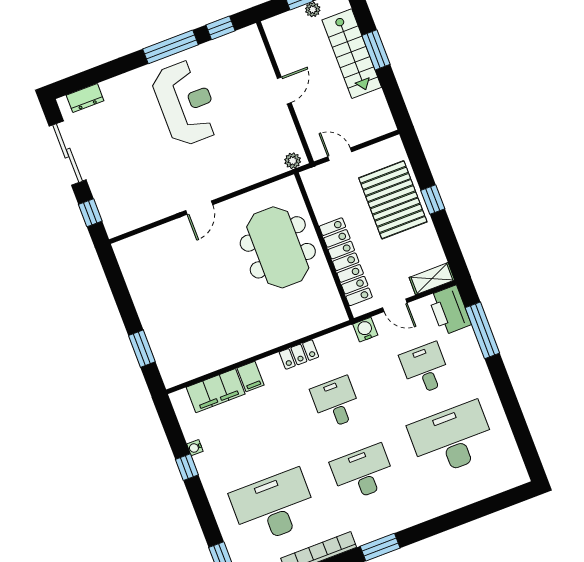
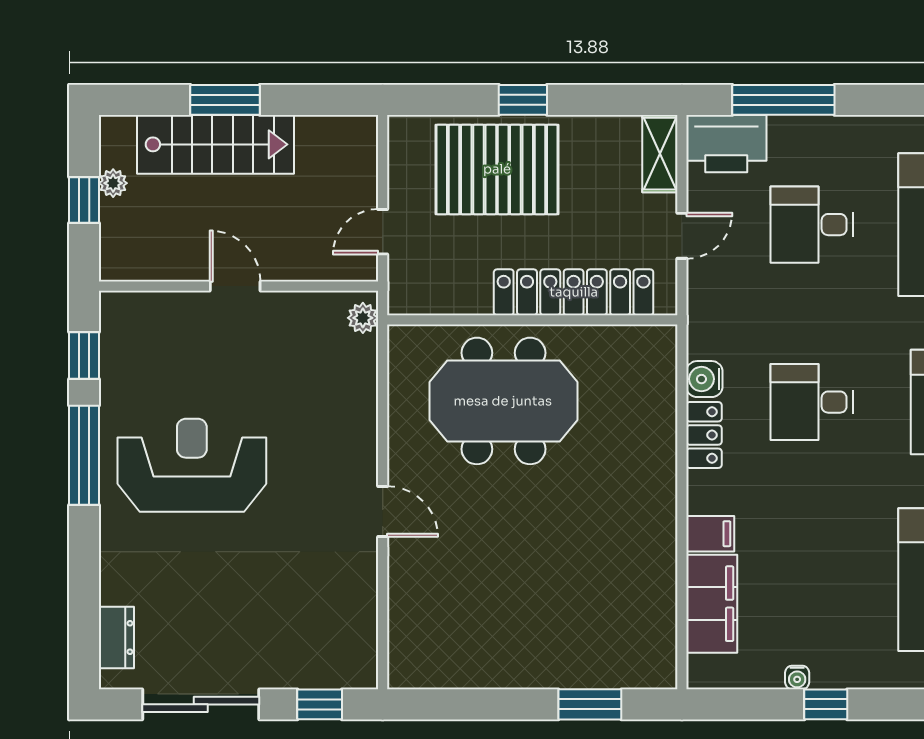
water cooler: (365, 330) -> (704, 379), moved

